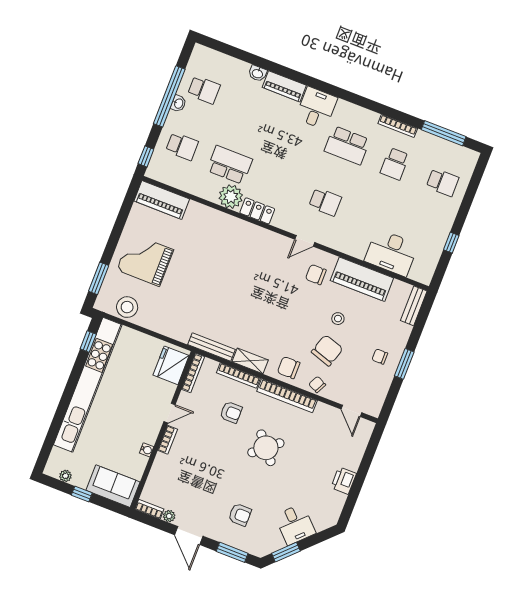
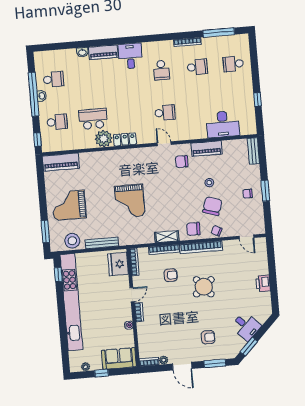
school desk: (347, 145) -> (161, 70), width x0.54
school desk: (395, 164) -> (197, 67), turned -90
school desk: (443, 182) -> (233, 64), turned 180
door: (305, 241) -> (164, 144), swing flipped
piano: (362, 279) -> (207, 149), width x0.73, depth x0.75
grand piano: (225, 292) -> (130, 201), added
bench: (211, 347) -> (102, 243), moved

